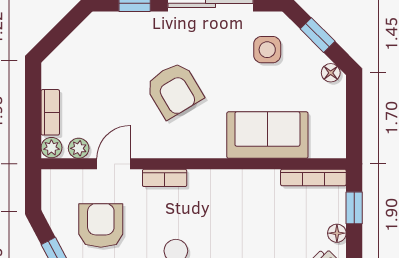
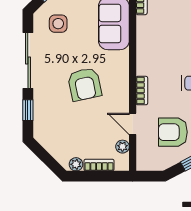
armchair: (174, 90) -> (85, 84), turned 109
plant: (51, 148) -> (76, 164), moved

